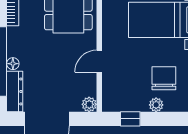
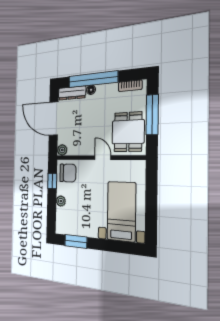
door: (99, 61) -> (103, 158), moved
chair: (164, 78) -> (68, 173), moved

